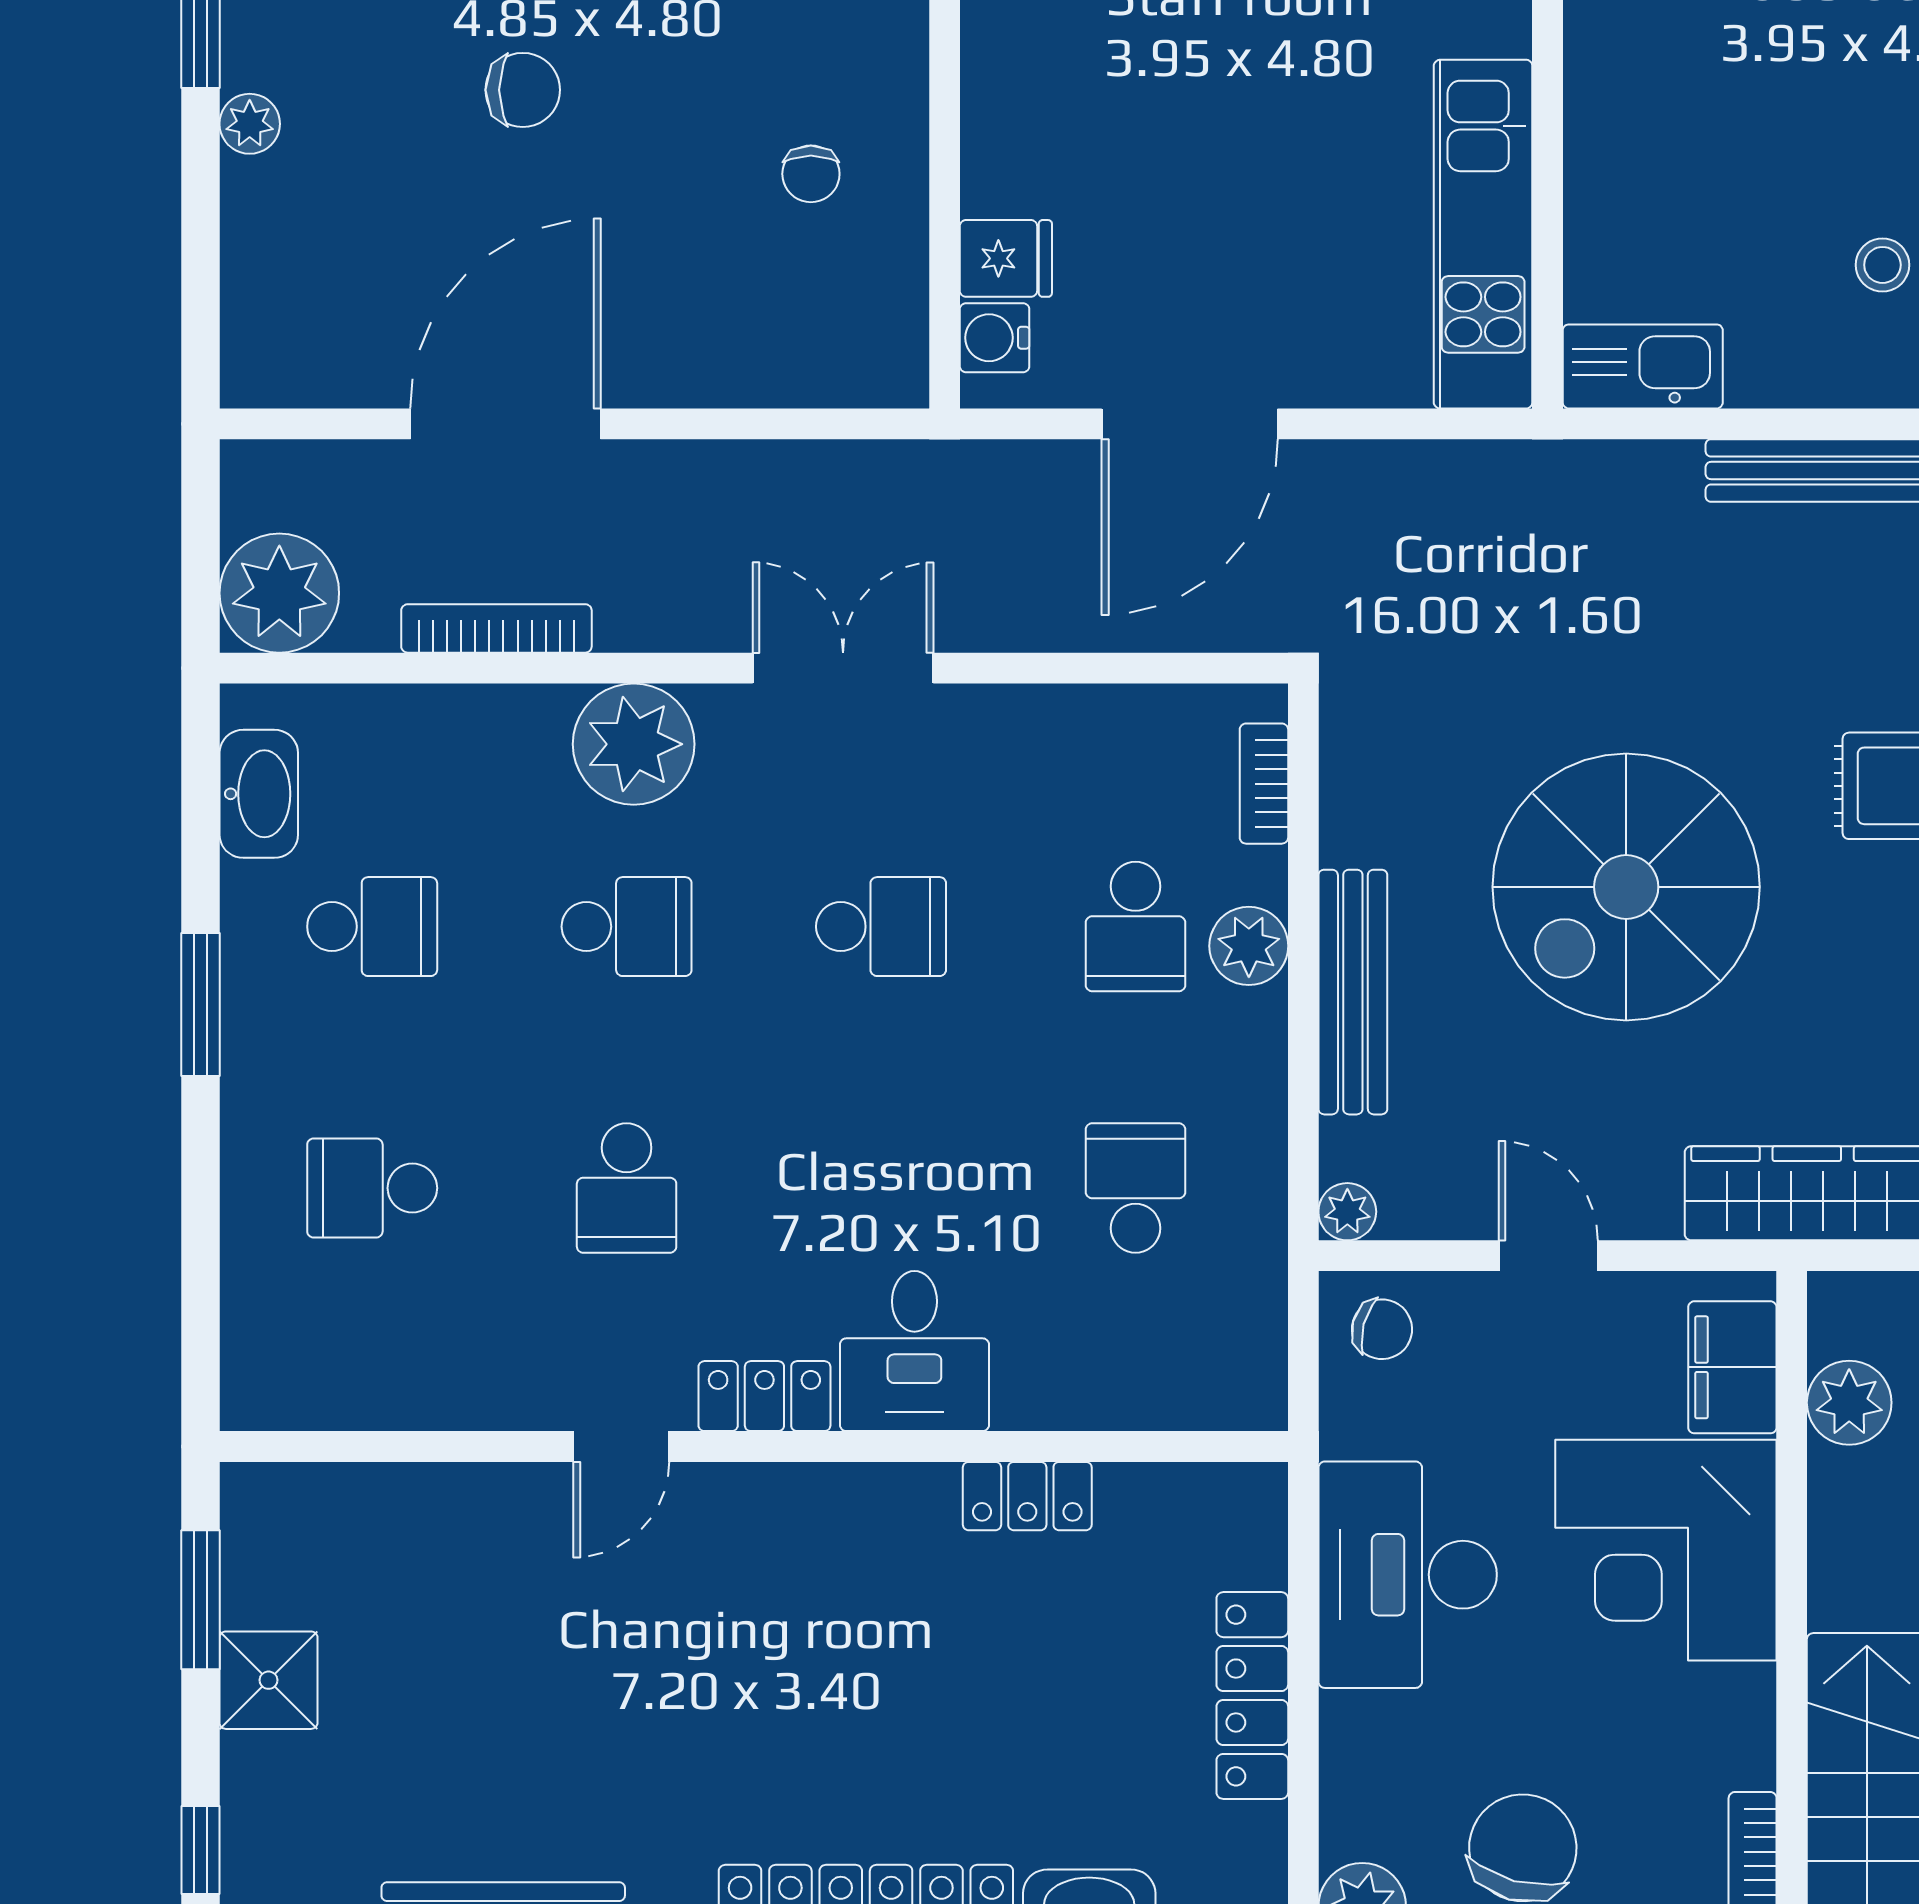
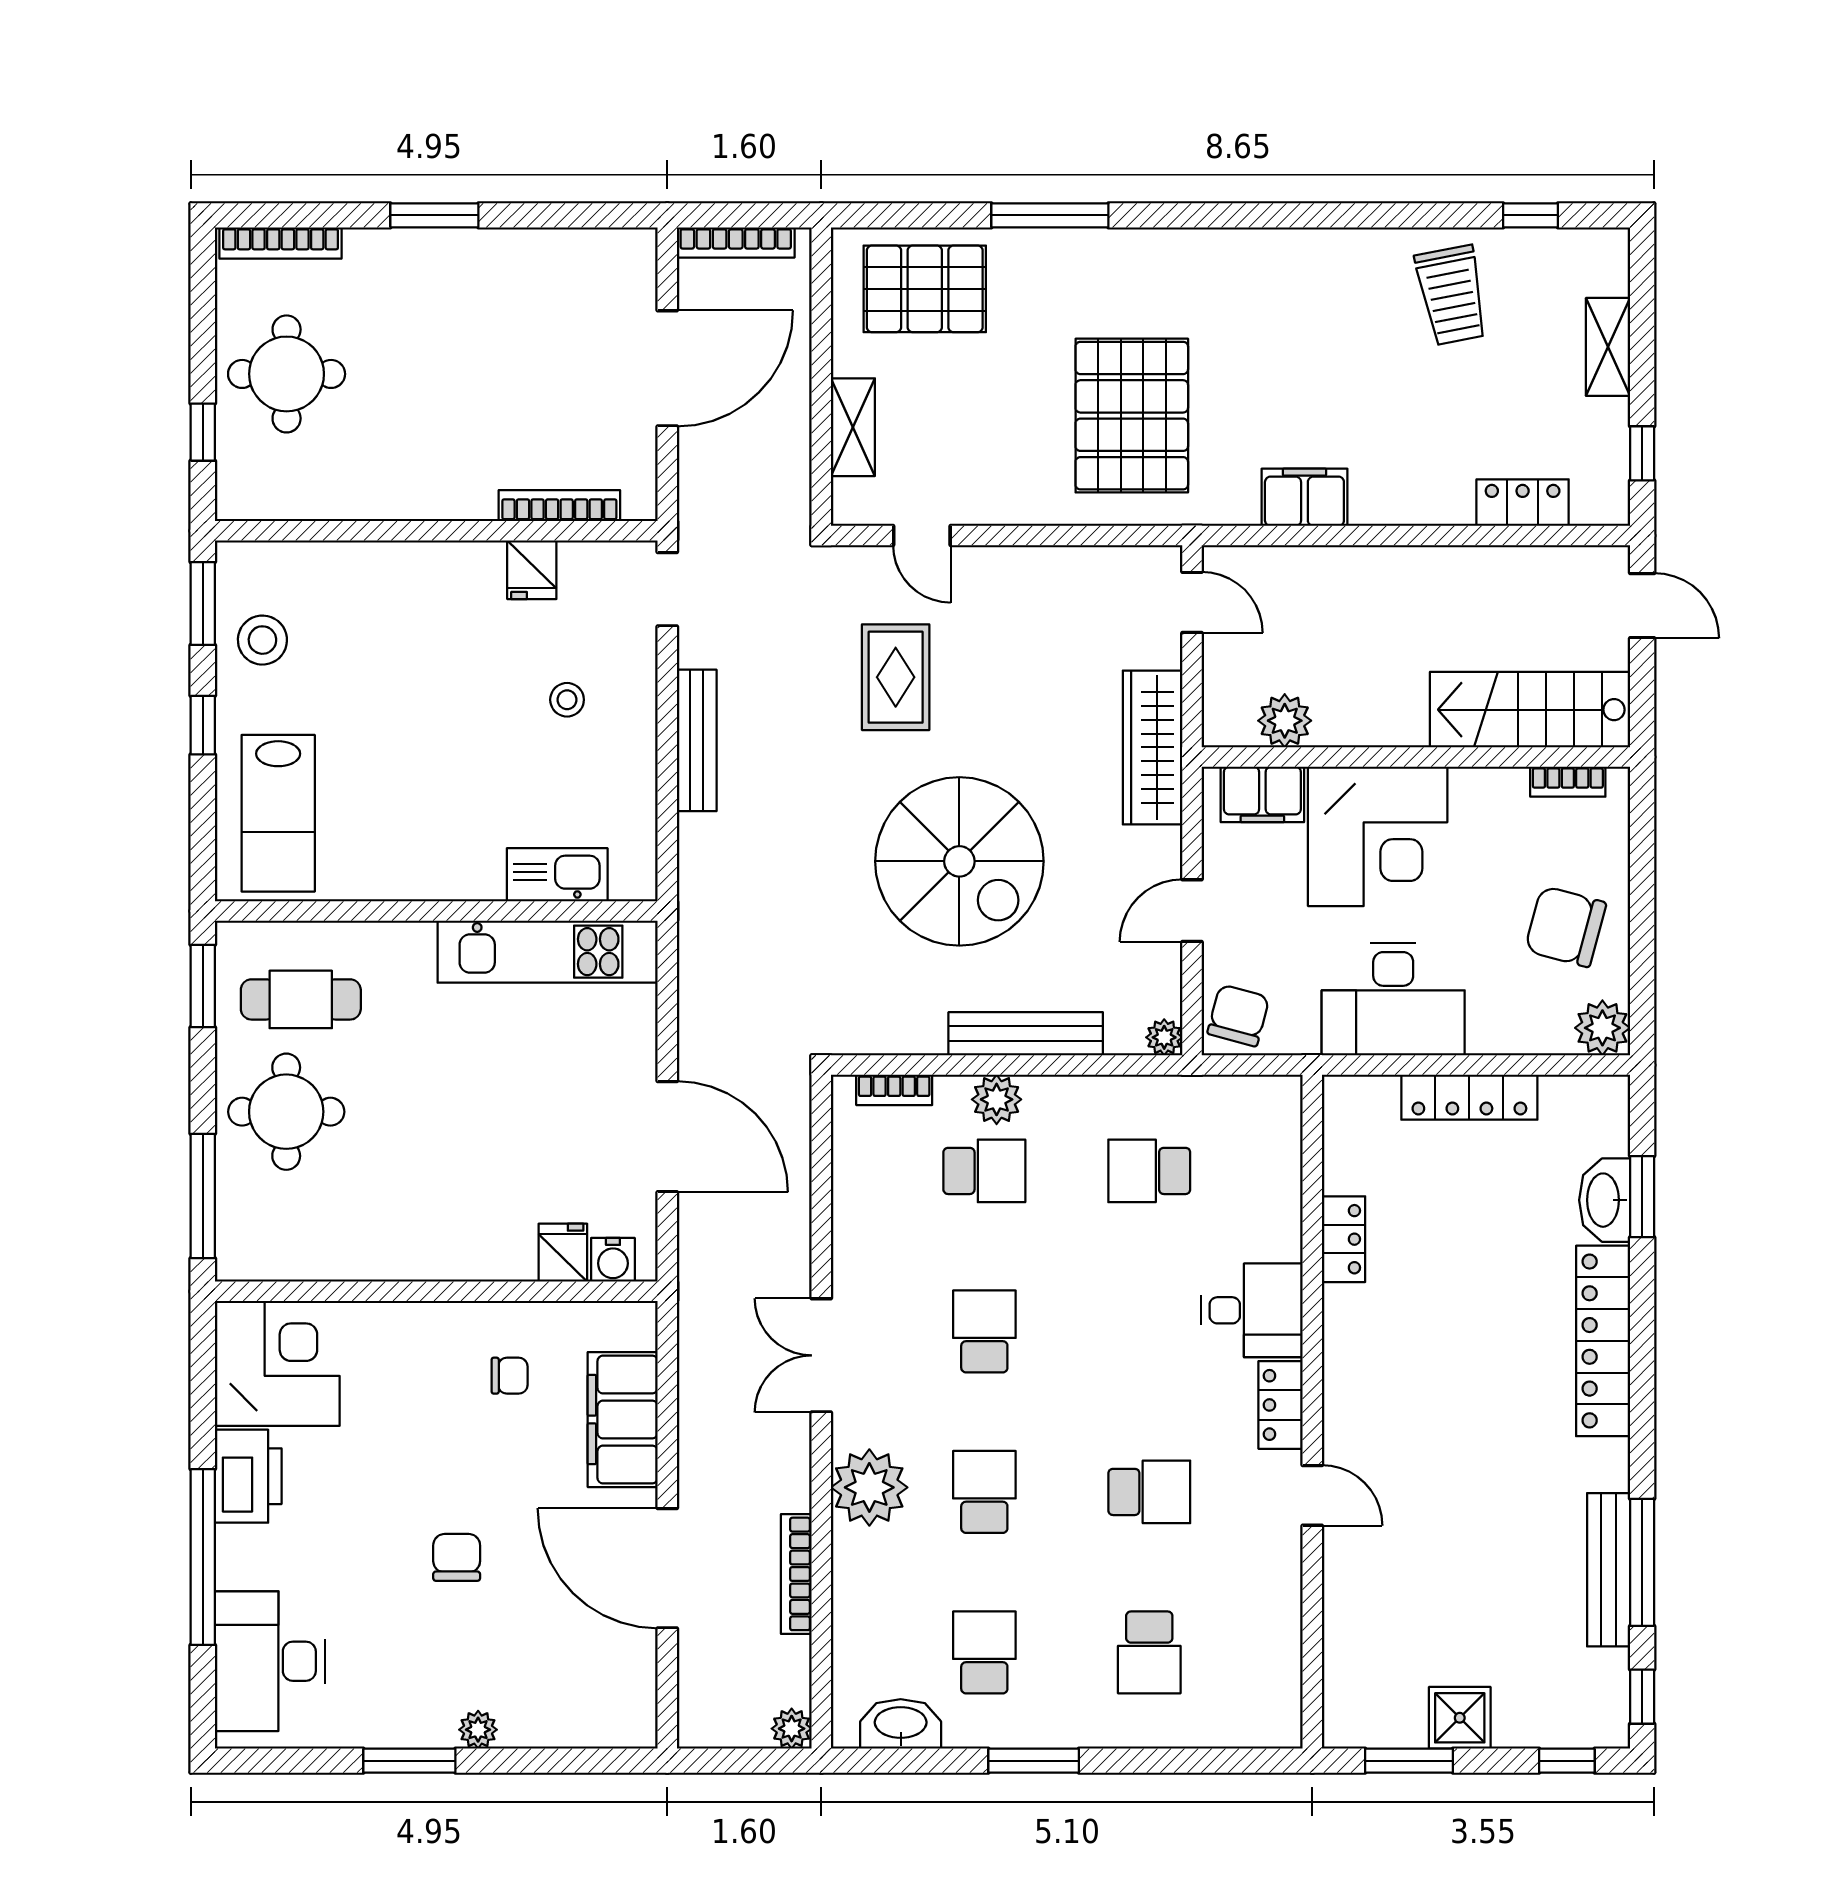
filing cabinet: (741, 353) -> (623, 1420), added
kitchen sink: (1643, 366) -> (557, 875), moved, turned 90
plant: (279, 593) -> (792, 1729), width x0.53, depth x0.53
chair: (1382, 1329) -> (1238, 1015), width x1.37, depth x1.37

